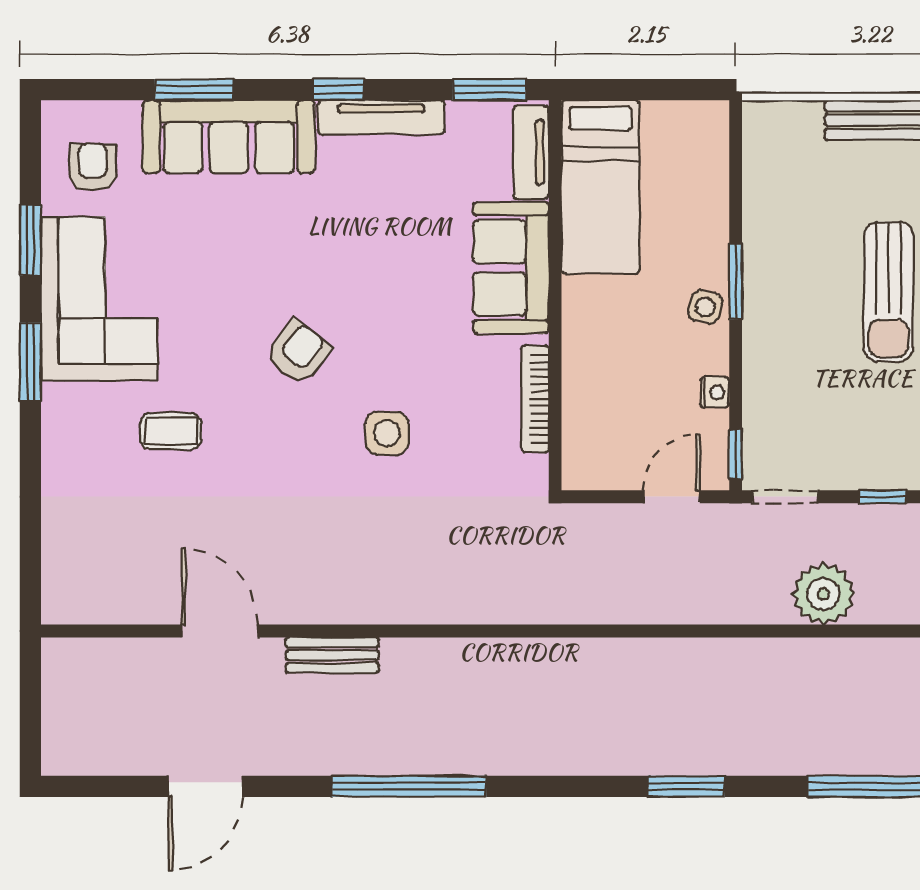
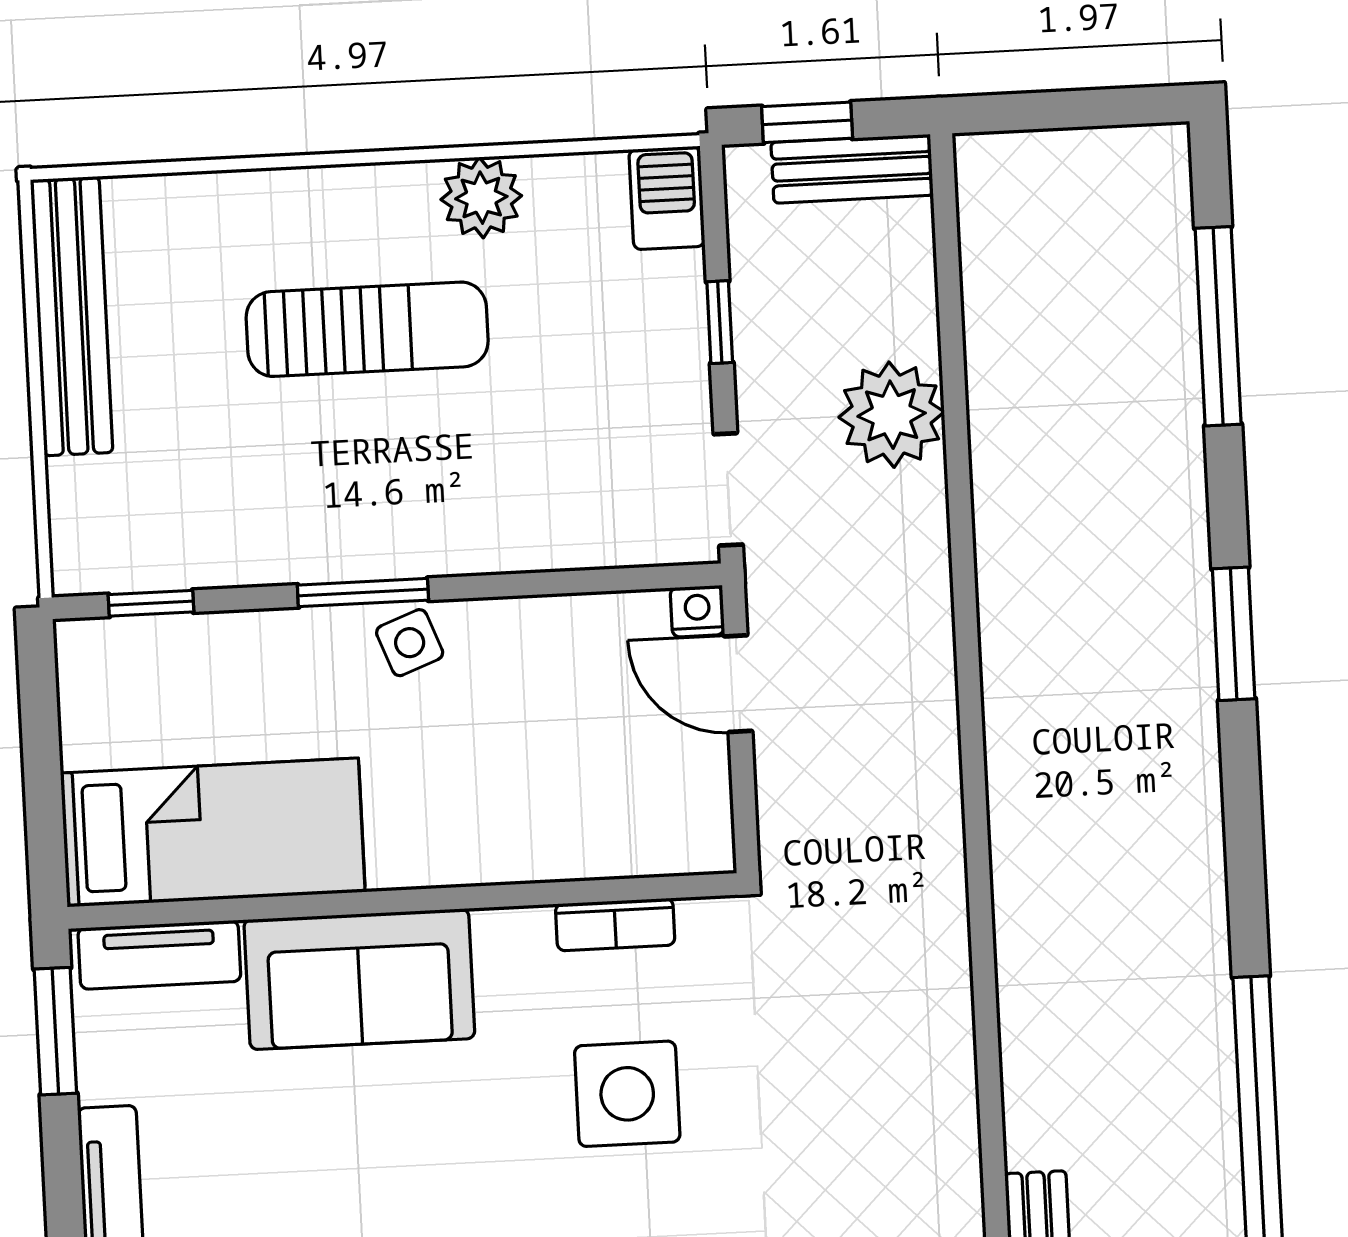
side table: (705, 307) -> (410, 643), turned -33
nightstand: (715, 392) -> (697, 611), moved
bookcase: (535, 399) -> (615, 925), width x0.64
side table: (387, 433) -> (627, 1094), moved, width x1.37, depth x1.37
window: (736, 454) -> (151, 603), moved

